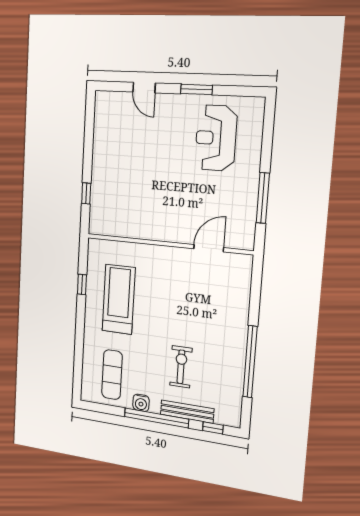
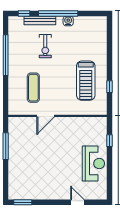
window: (196, 89) -> (23, 202), moved
reception desk: (216, 138) -> (93, 164), moved
door: (209, 248) -> (46, 116), moved
exercise mat: (112, 375) -> (33, 88), moved

